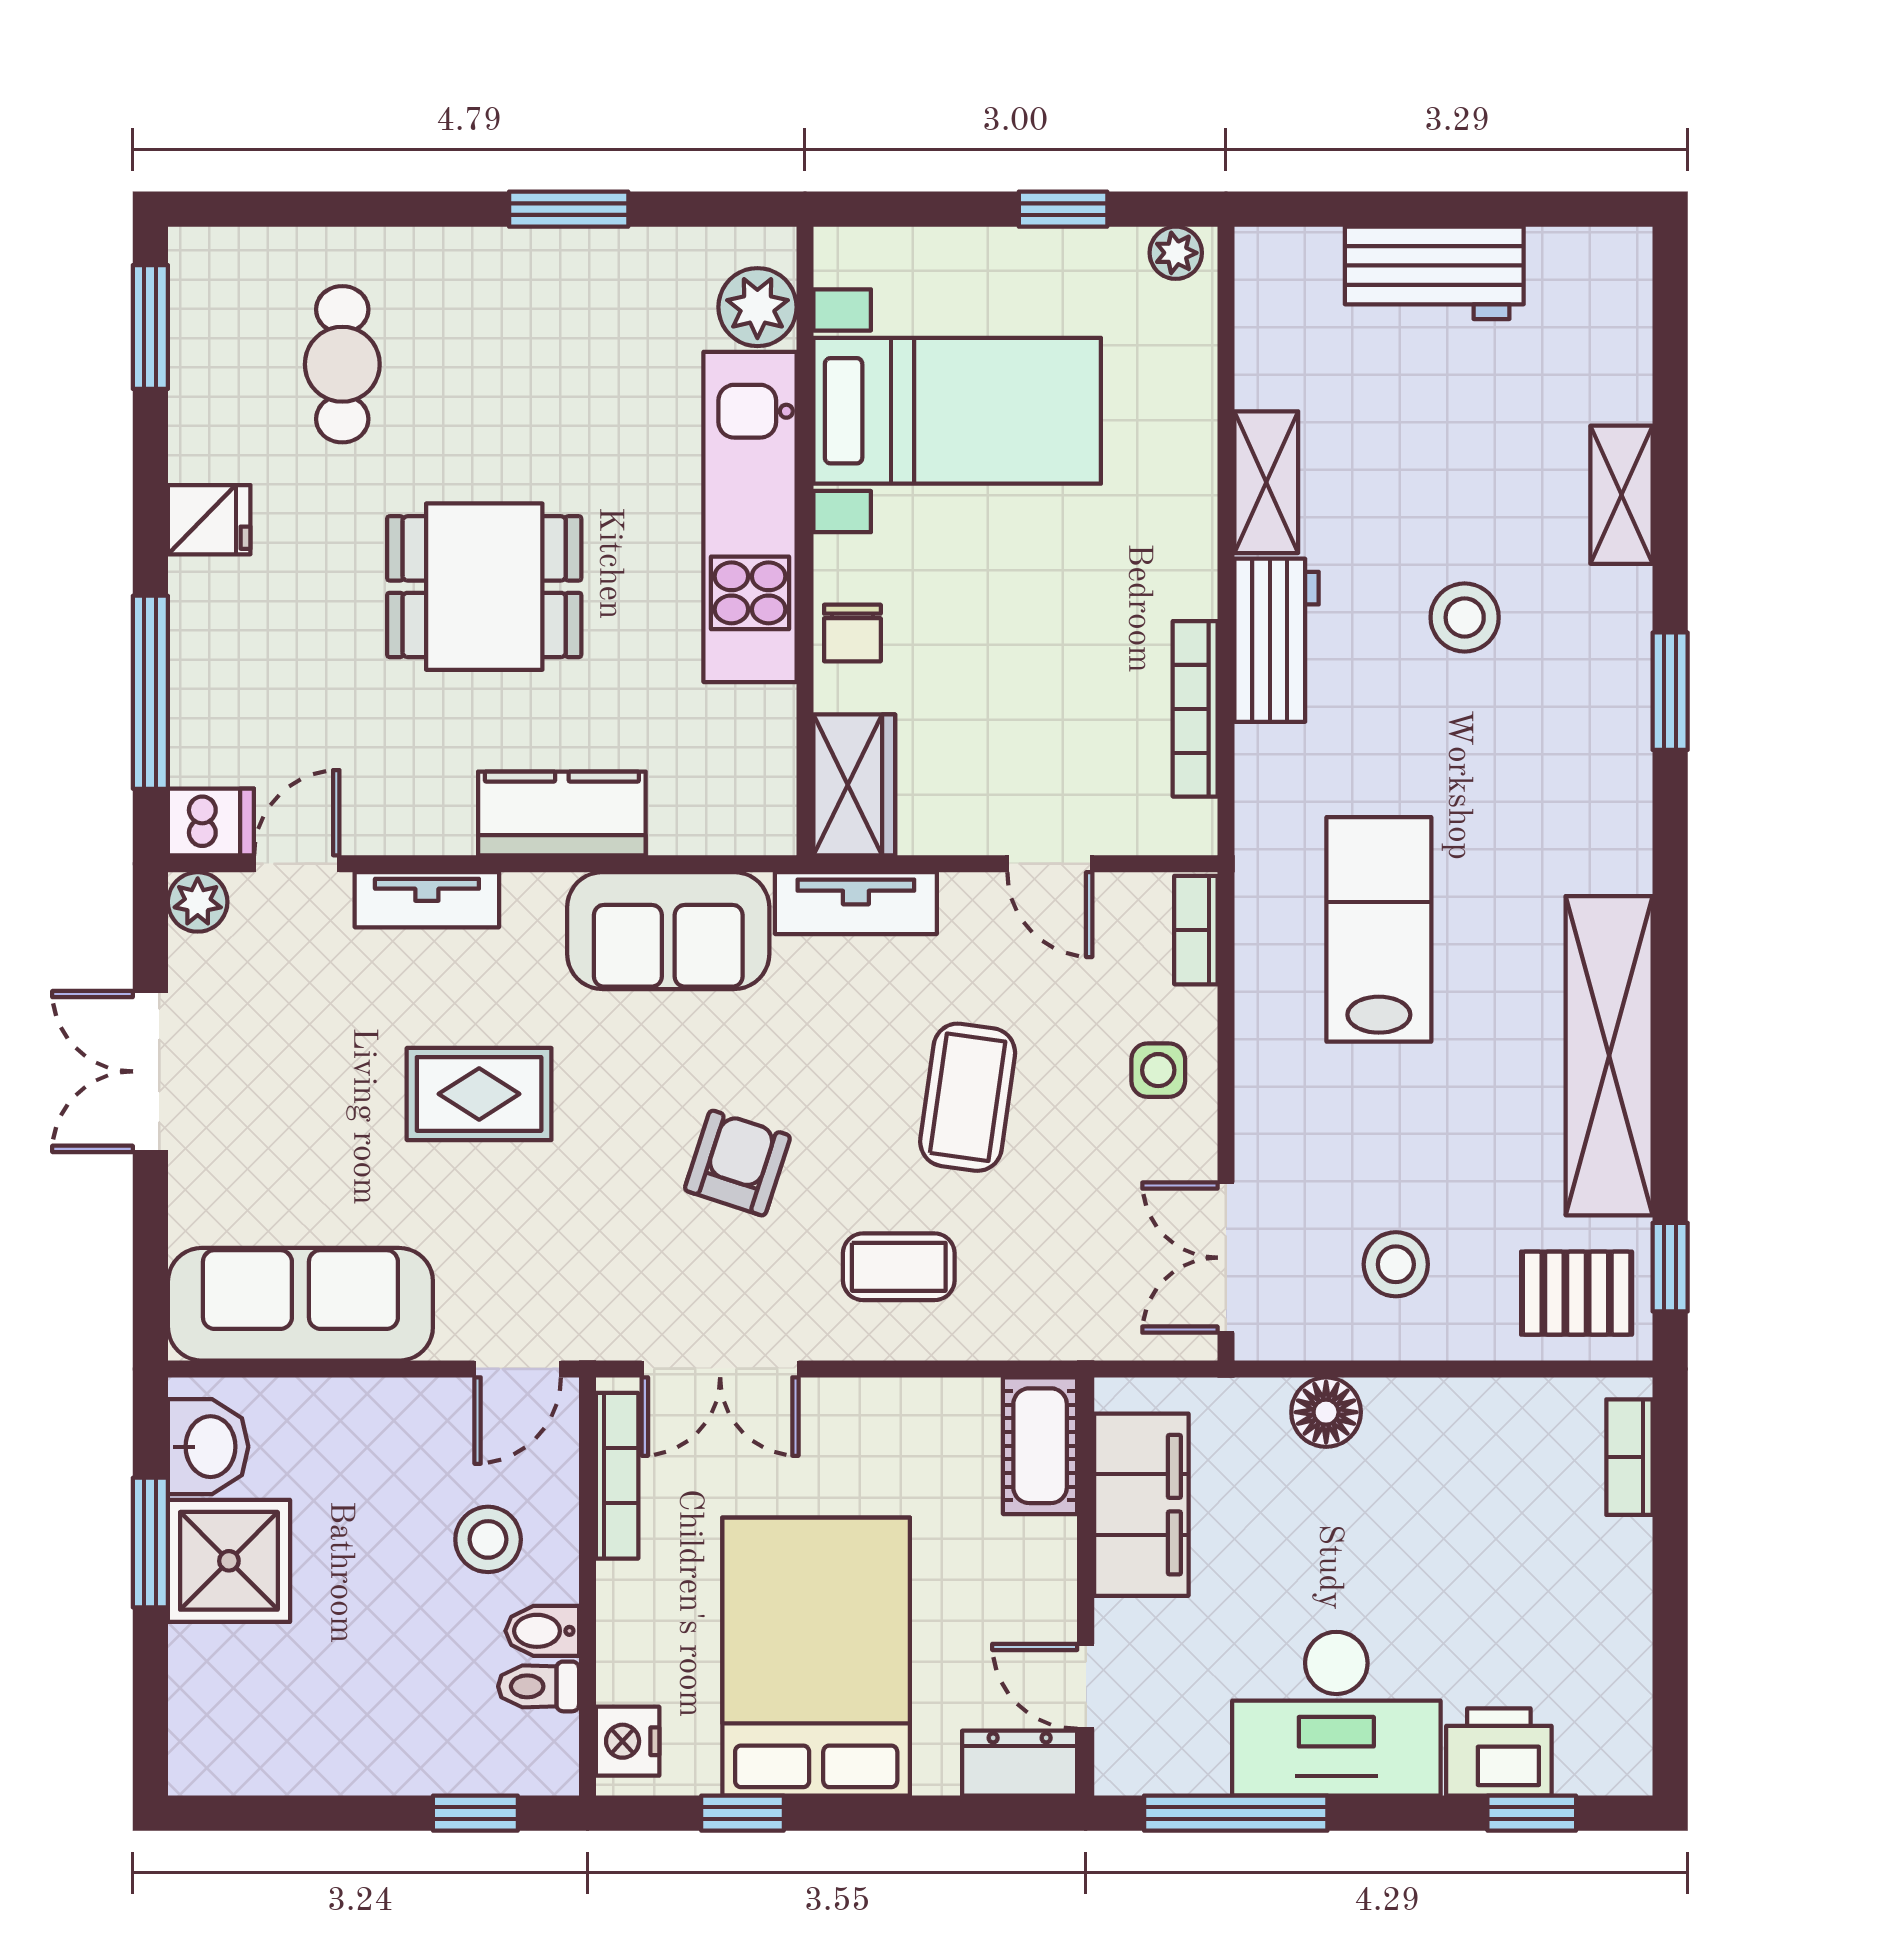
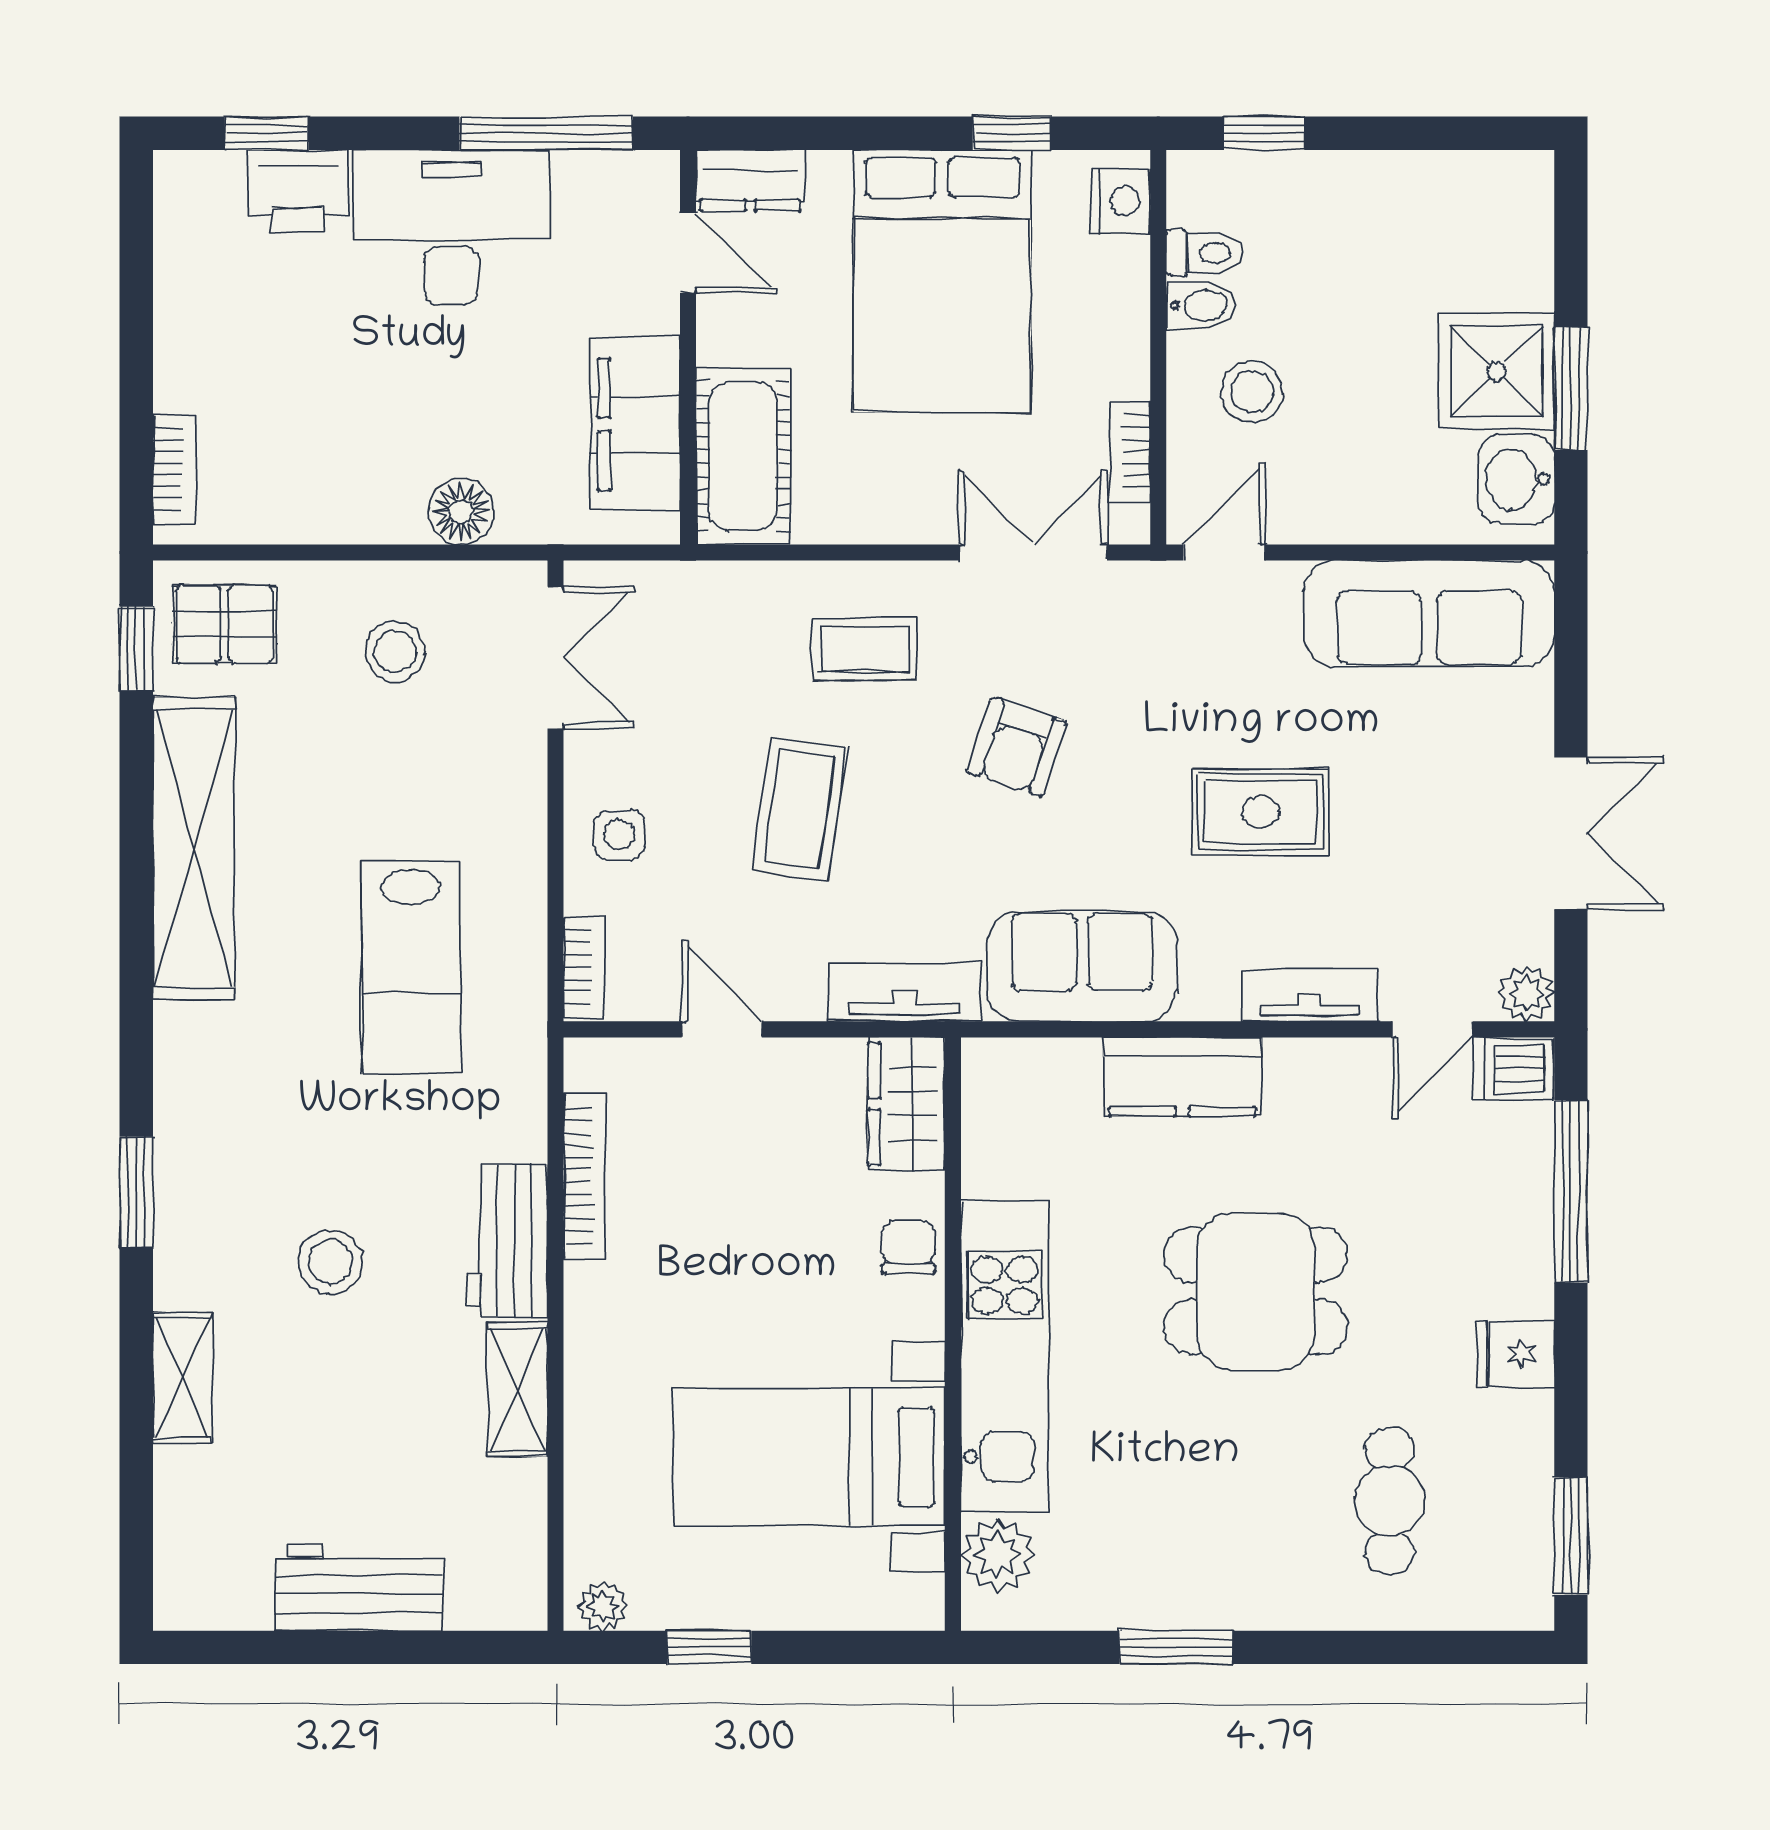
cot: (1040, 1446) -> (743, 456), width x1.37, depth x1.34
bookcase: (617, 1476) -> (1130, 452), width x0.64

